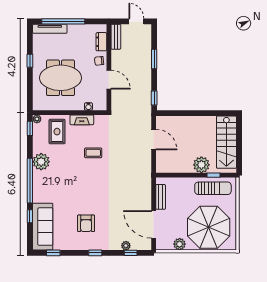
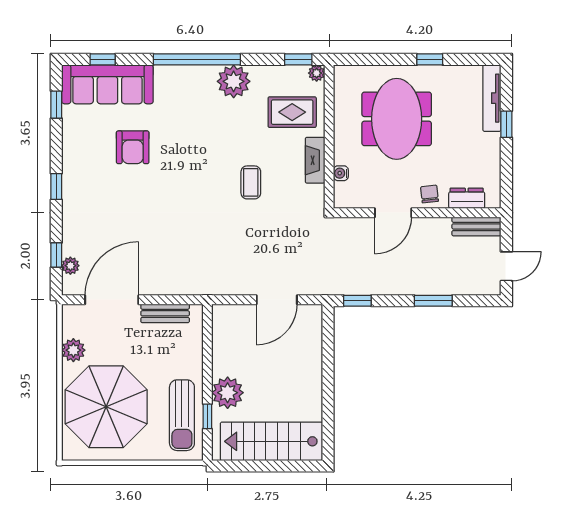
window: (63, 21) -> (506, 124), width x0.32
window: (30, 216) -> (103, 59), moved
armchair: (86, 223) -> (133, 147), moved, turned -90
plant: (126, 246) -> (70, 266), moved

